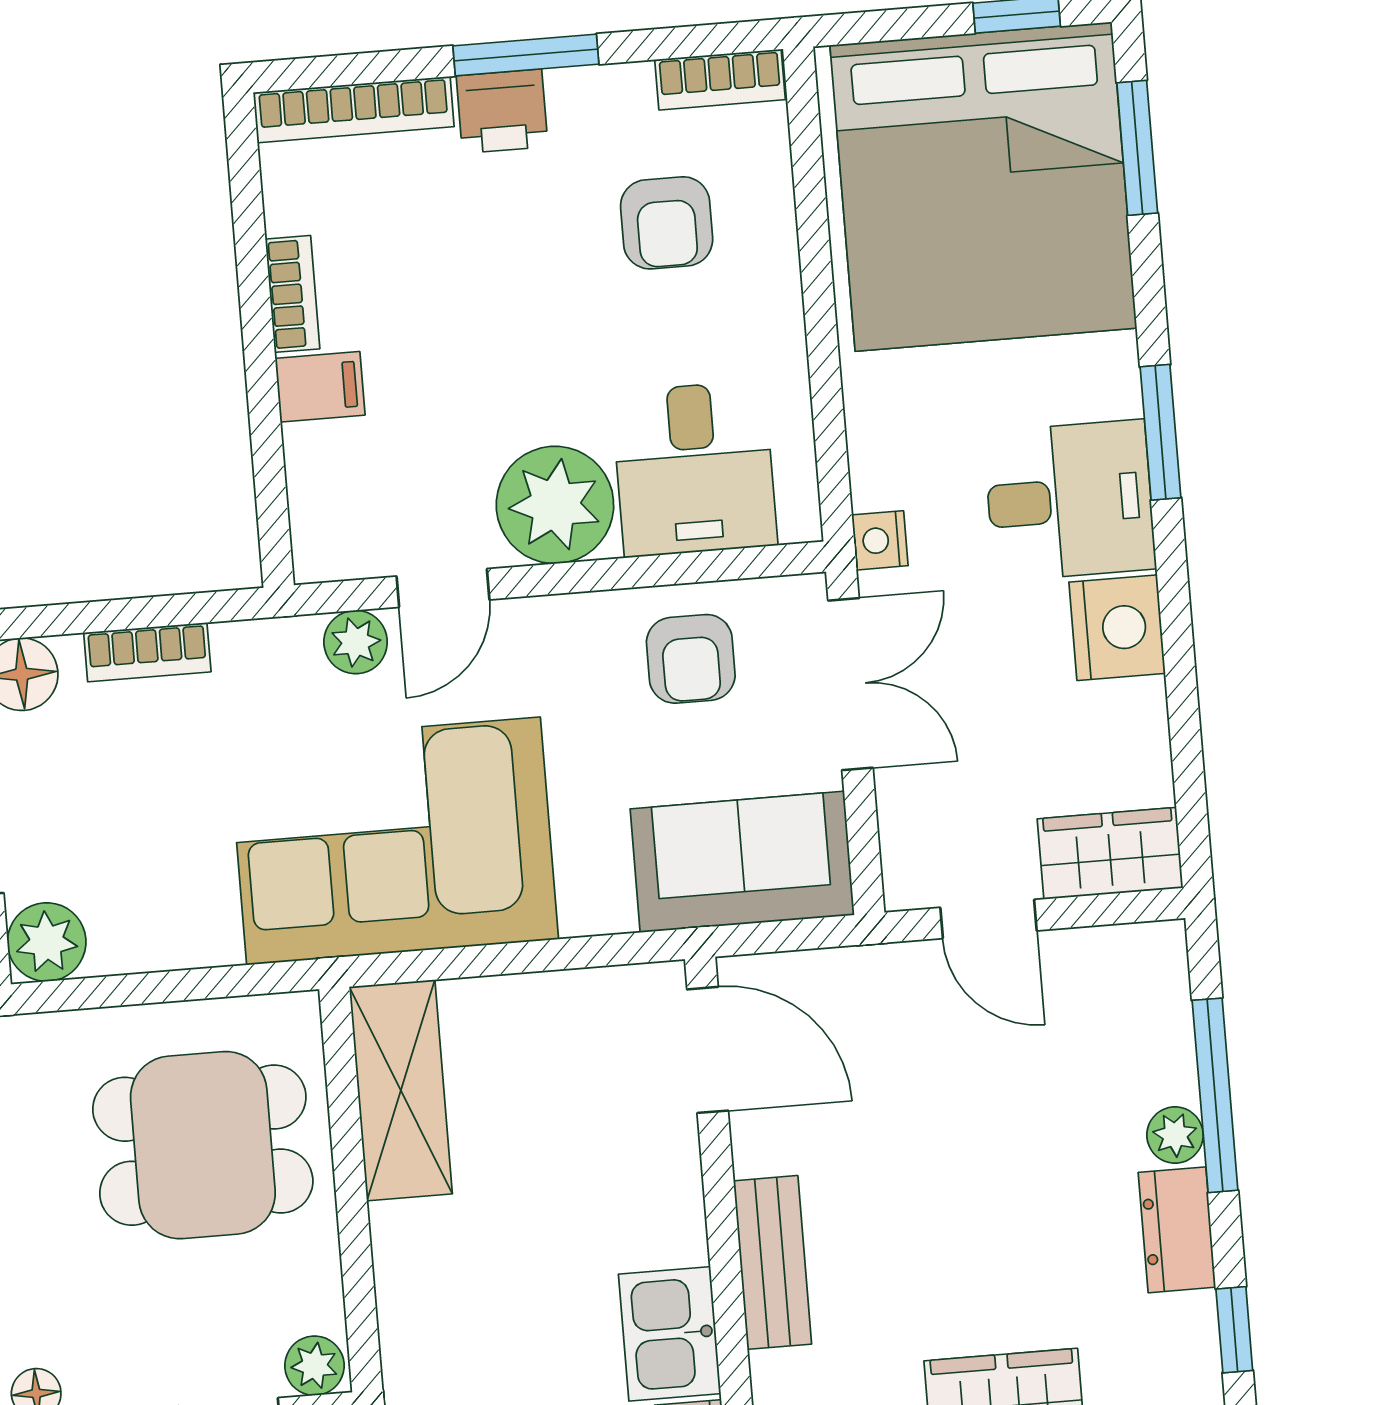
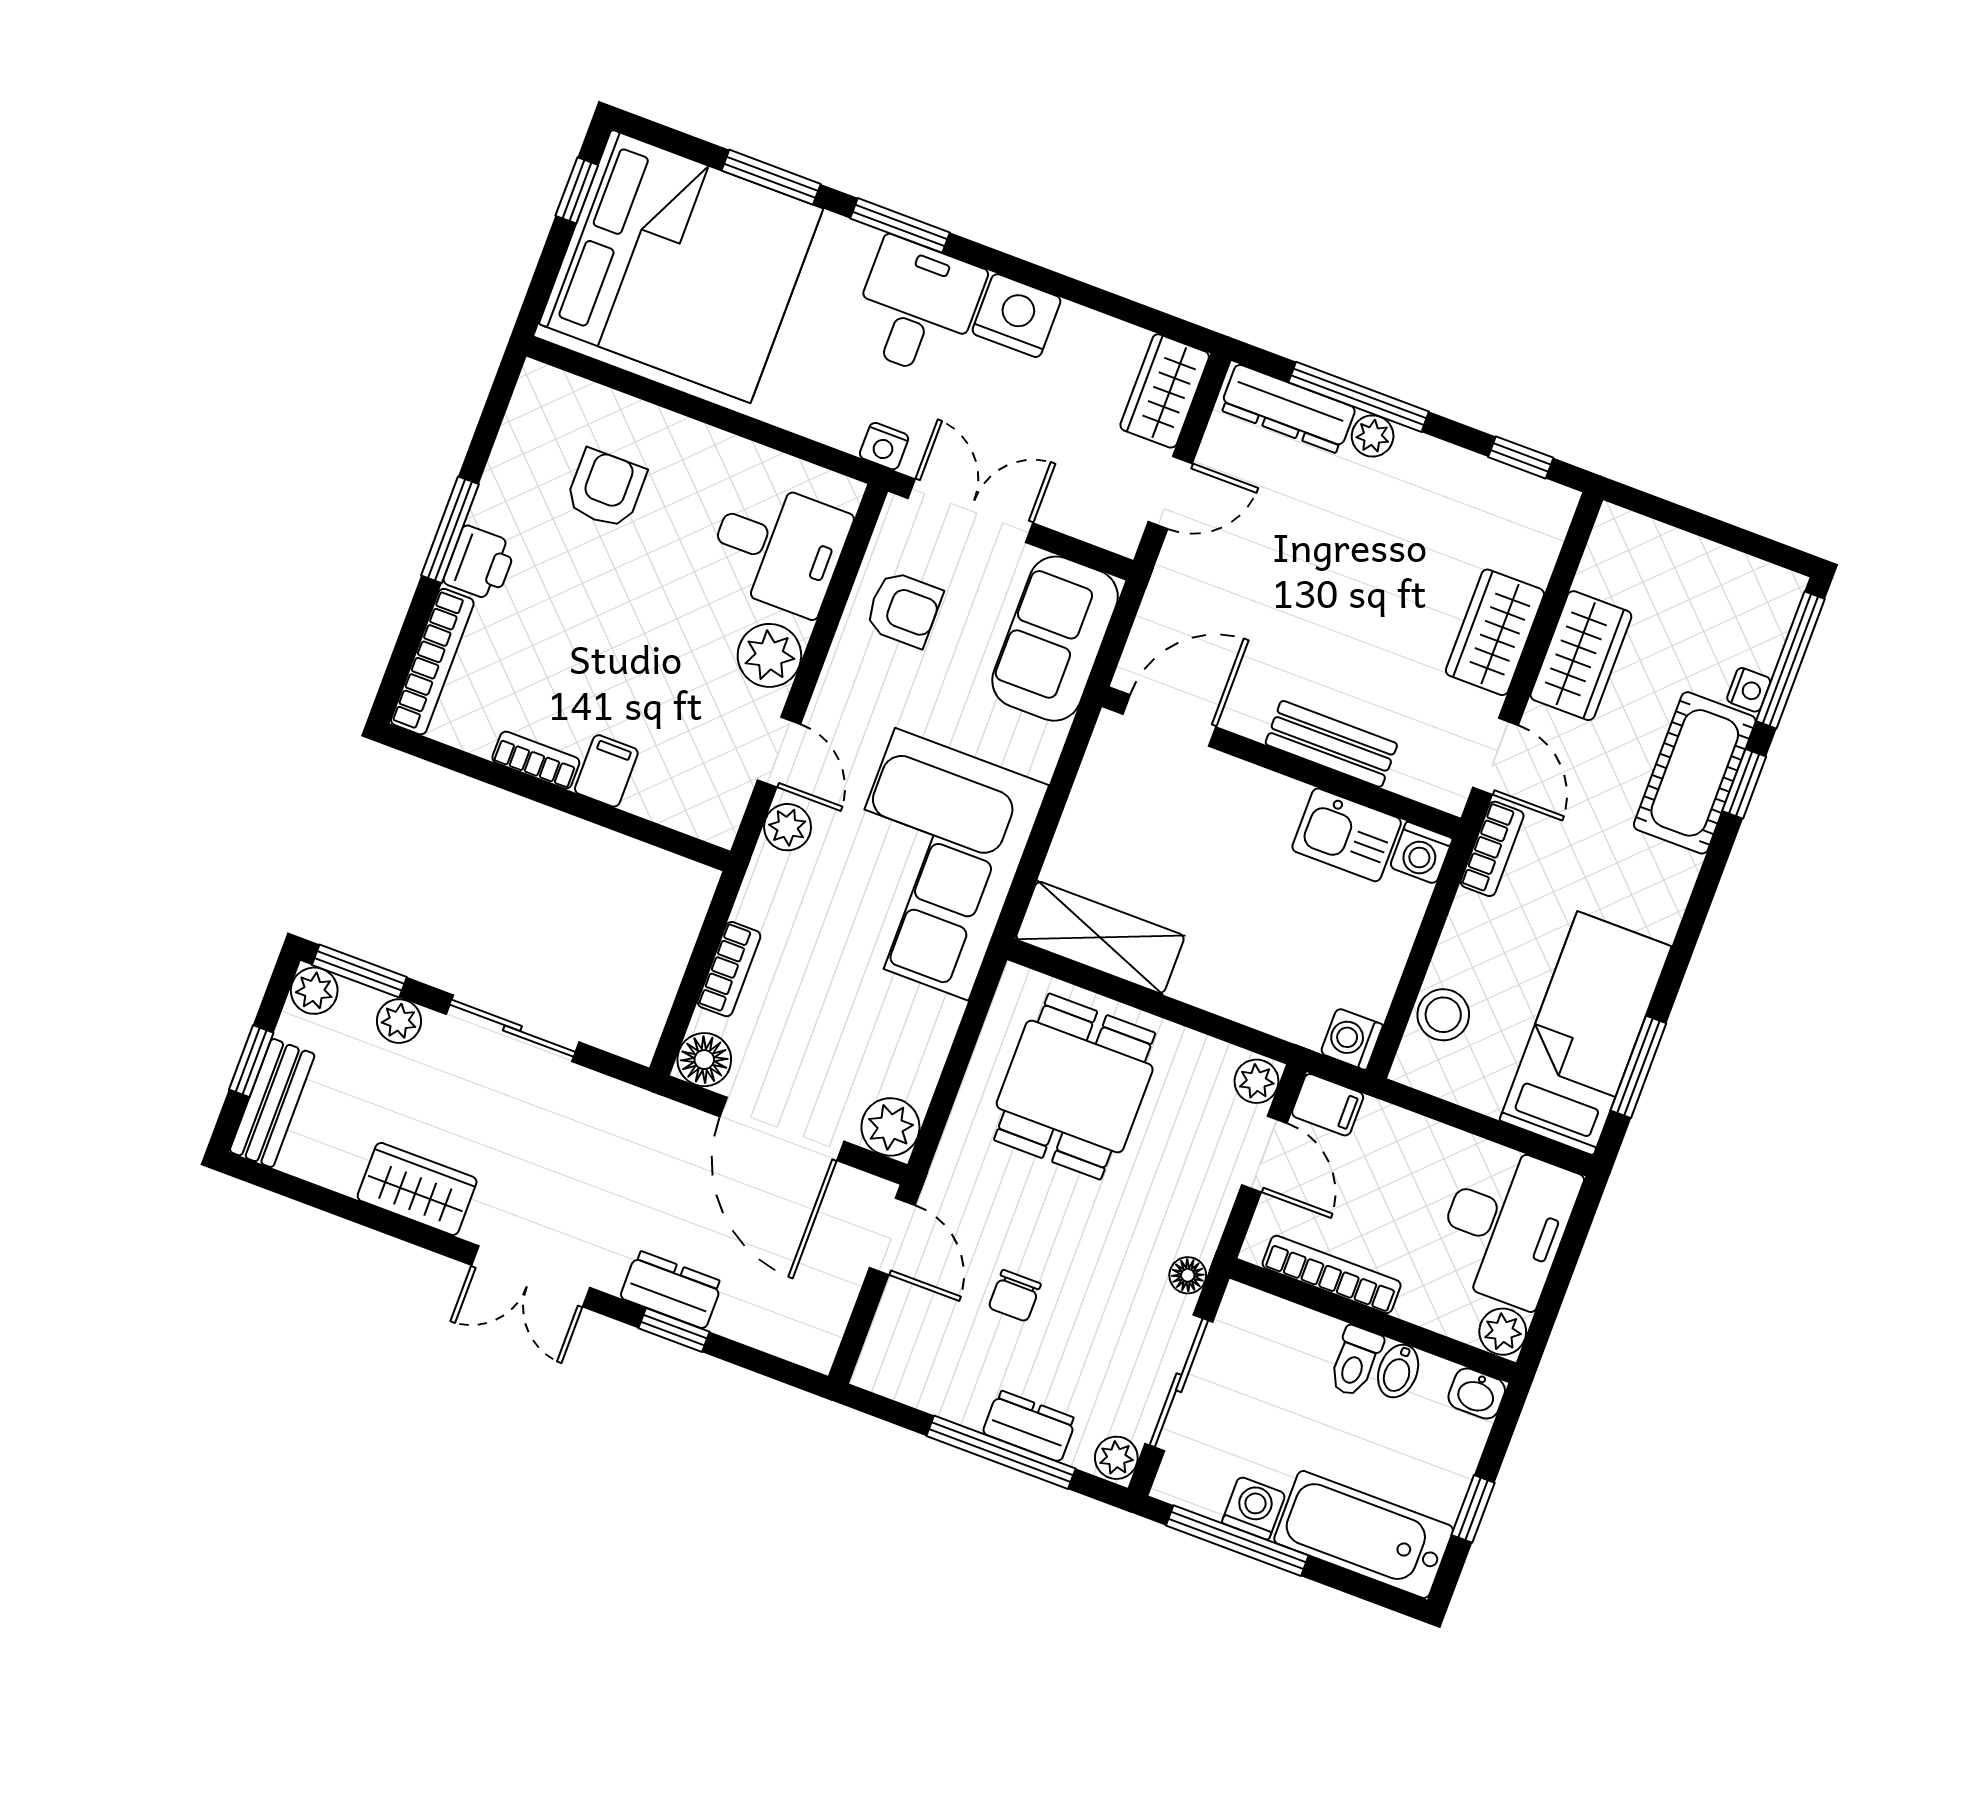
bookcase: (720, 80) -> (527, 408), removed
window: (1137, 148) -> (771, 177), moved
armchair: (667, 223) -> (606, 489), turned -90
plant: (555, 505) -> (769, 655), width x0.73, depth x0.73
dresser: (1177, 1230) -> (1288, 409), moved, width x1.44

